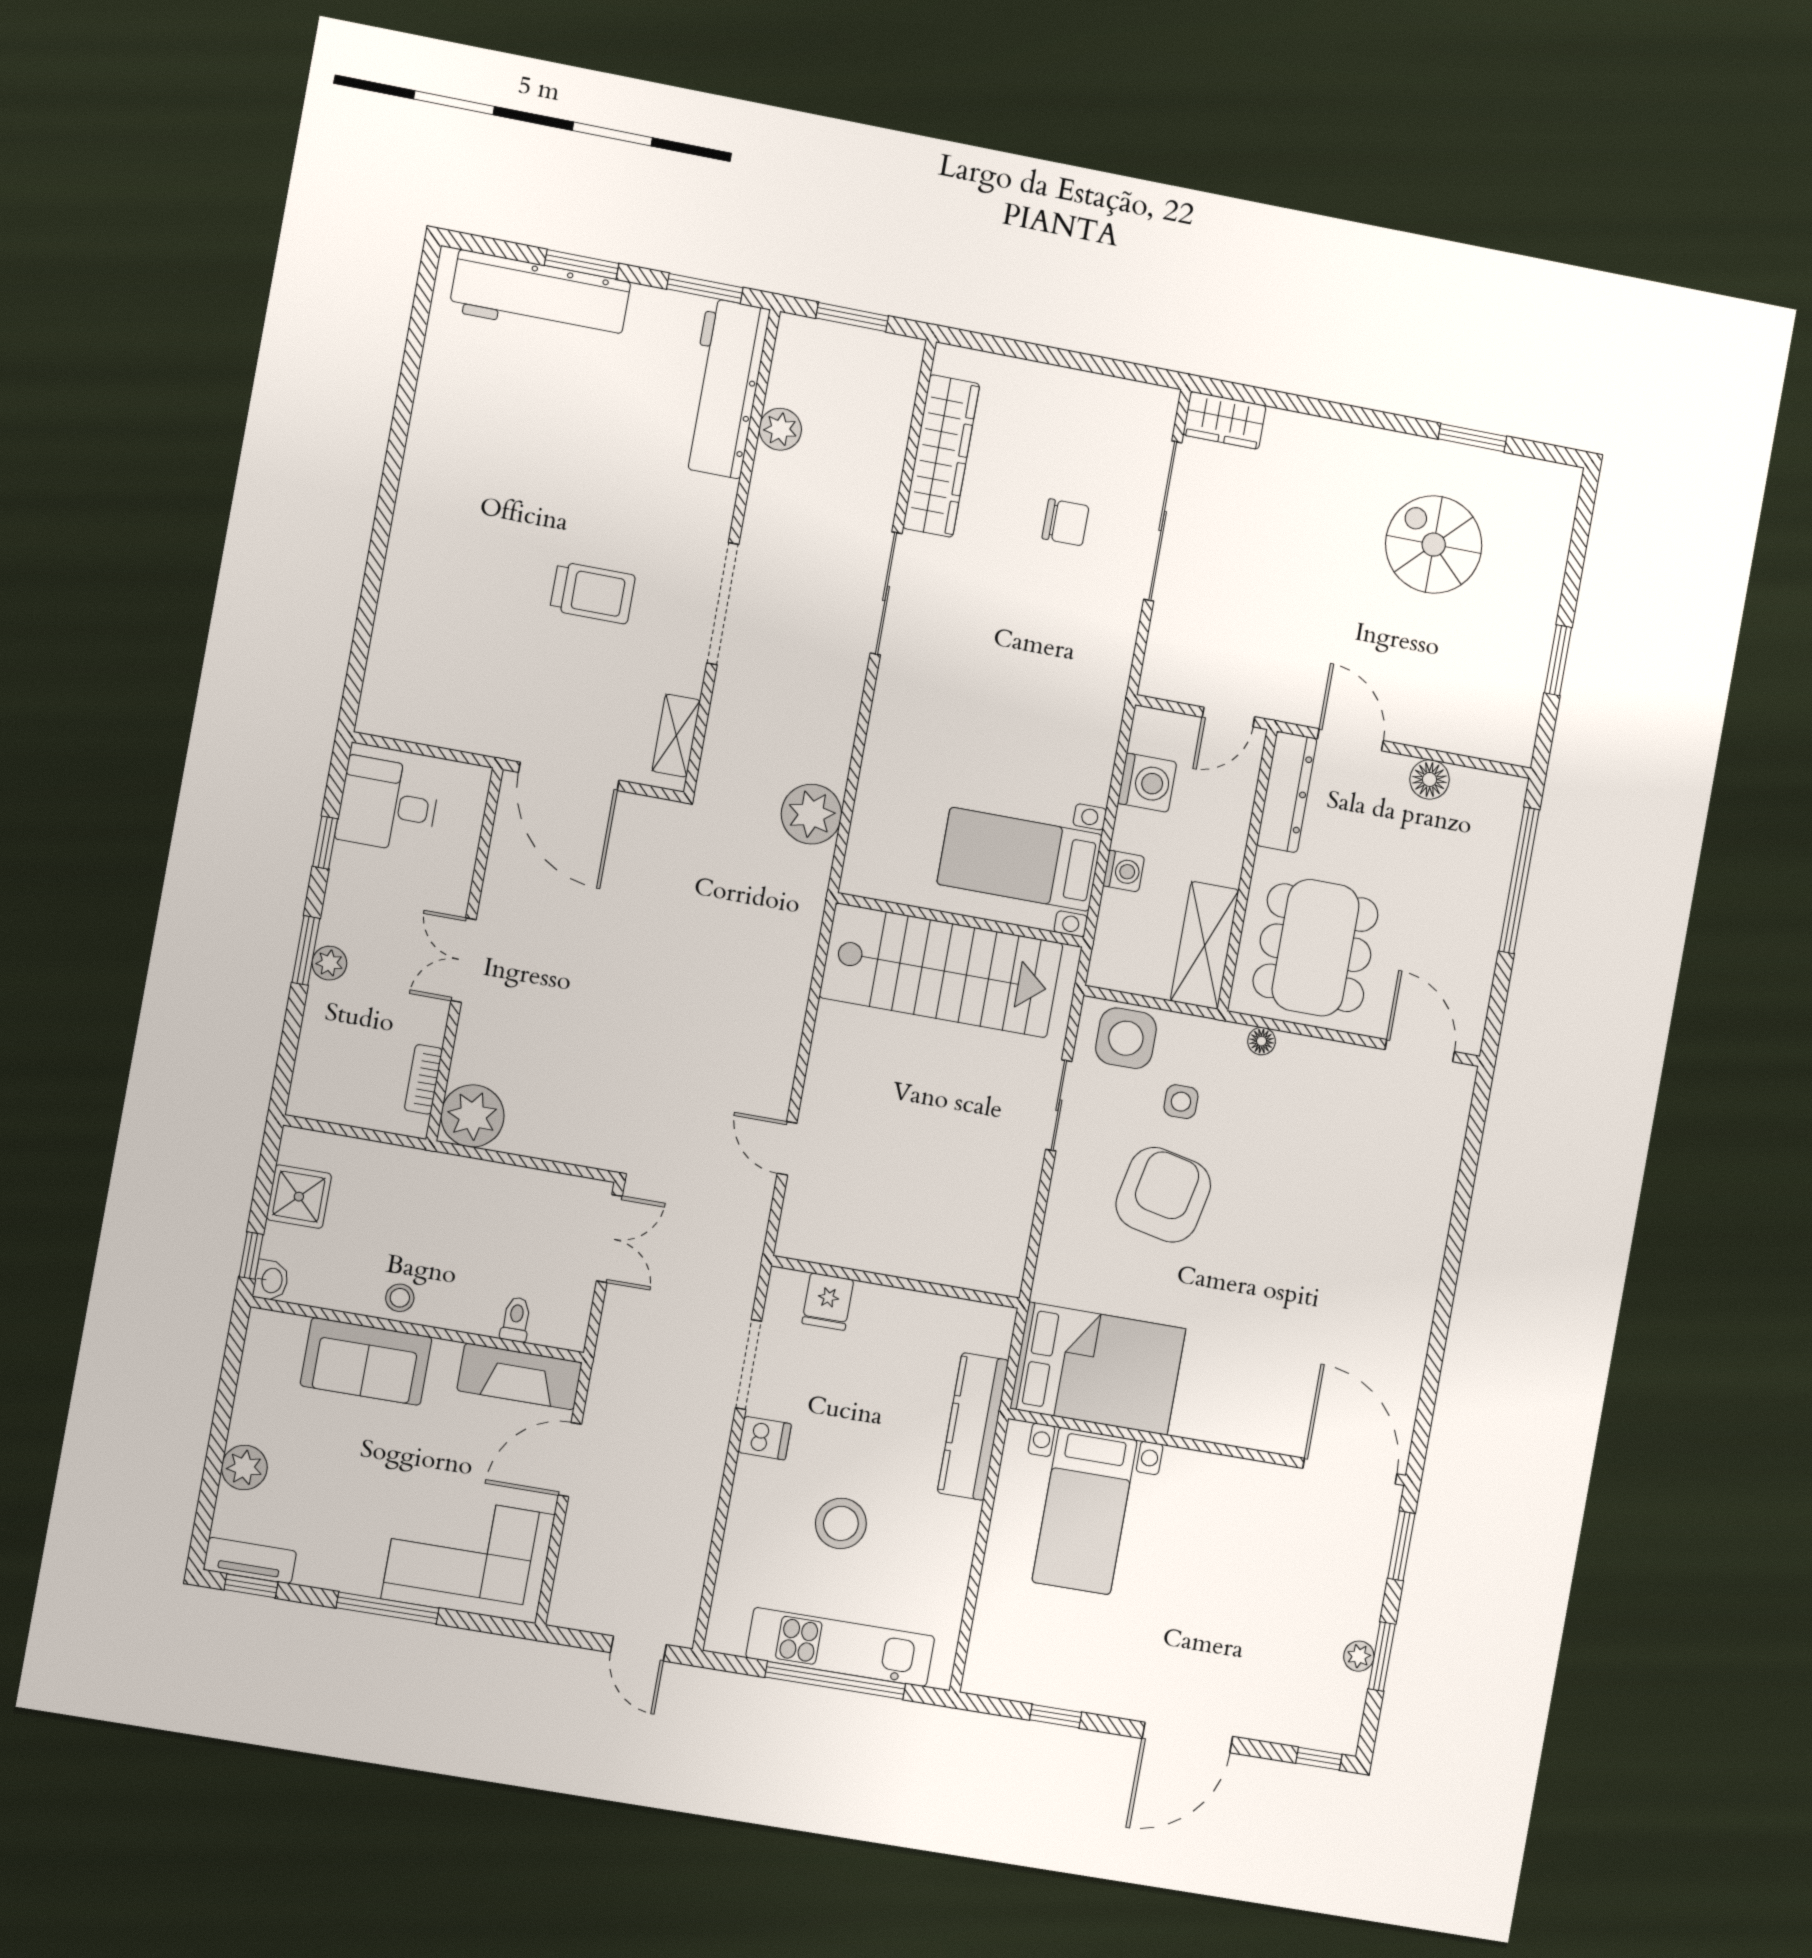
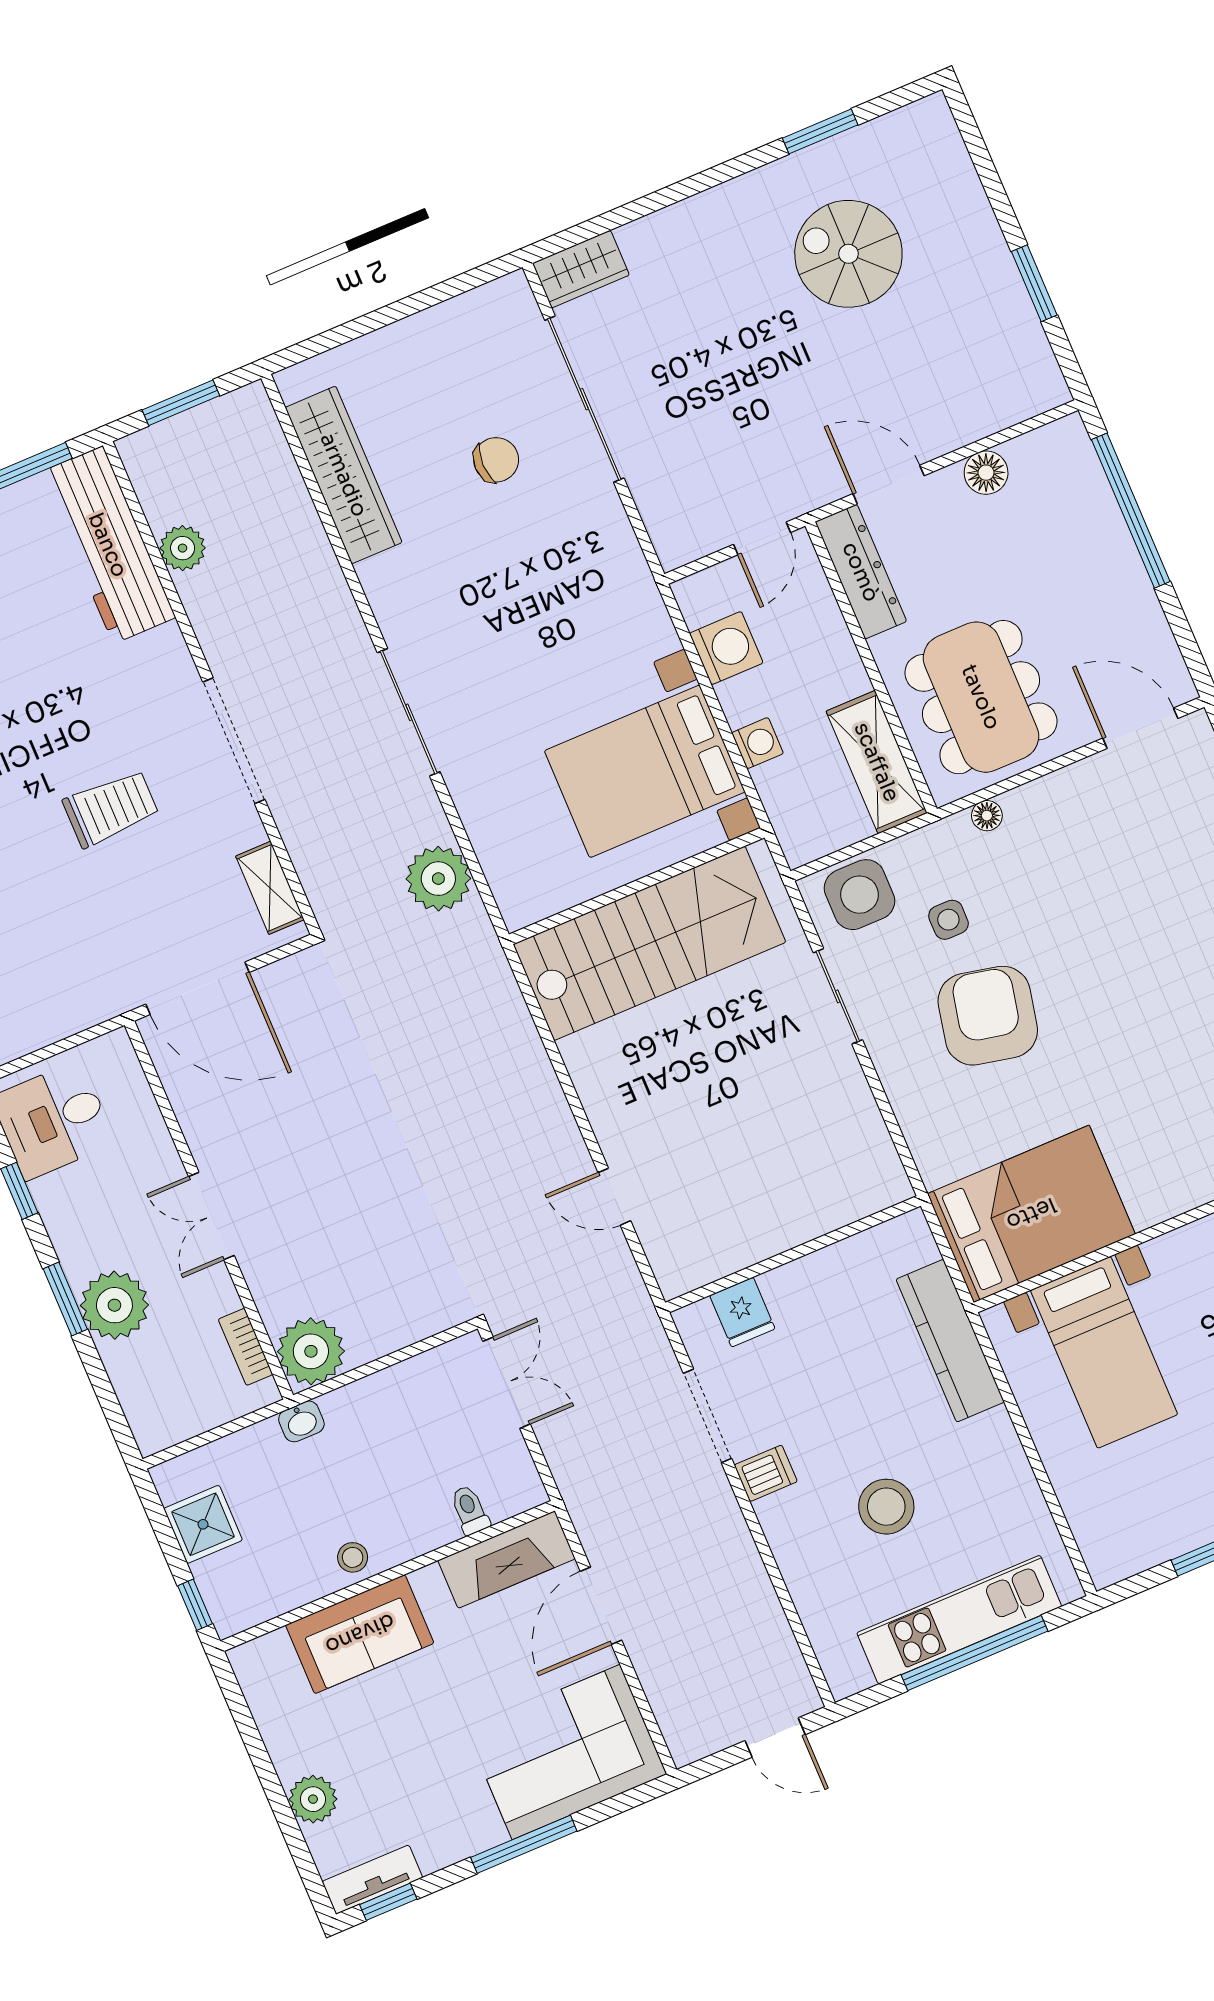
sliding door: (886, 593) -> (409, 712), moved
bed with nightstands: (1020, 859) -> (645, 771), width x1.36
plant: (329, 963) -> (114, 1305), width x1.87, depth x1.87
washbasin: (271, 1280) -> (301, 1421), moved, turned 90

